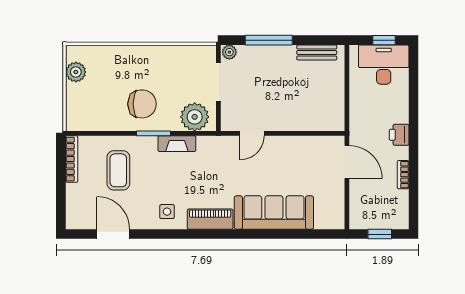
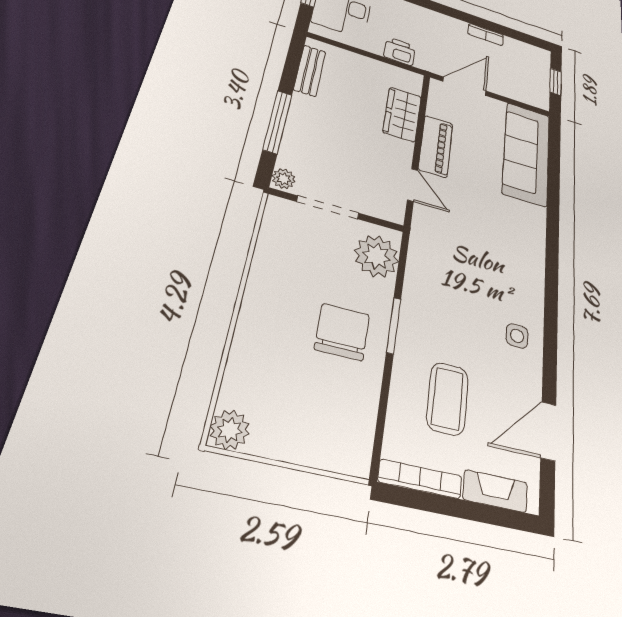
plant: (76, 72) -> (230, 430), moved
wardrobe: (305, 120) -> (402, 114), added
printer: (399, 135) -> (400, 51), moved, turned 180
fireplace: (177, 144) -> (495, 491), moved, turned -90
coffee table: (118, 170) -> (448, 399), turned 90
sofa: (274, 212) -> (526, 154), moved
piano: (210, 219) -> (436, 146), moved, turned 180

